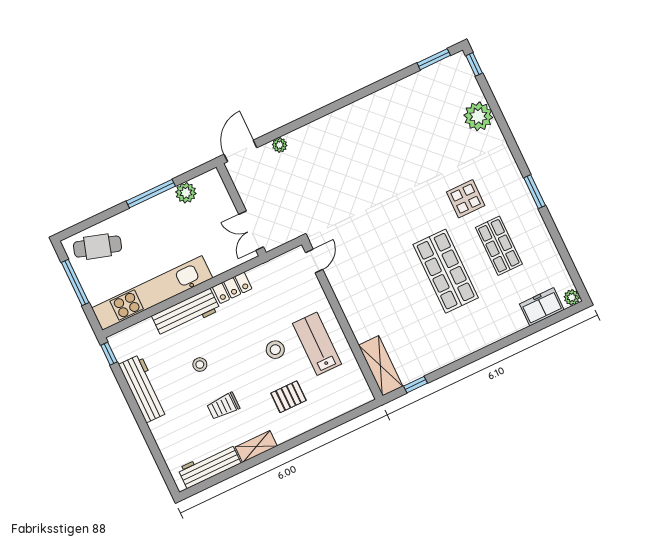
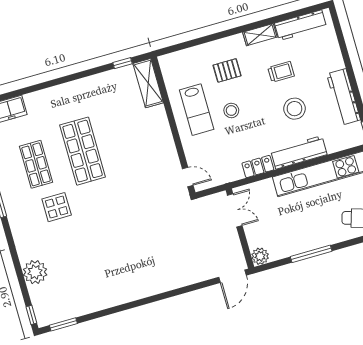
plant: (280, 145) -> (200, 276), removed
plant: (186, 193) -> (260, 256), moved
door: (314, 261) -> (188, 177), swing flipped
stool: (200, 365) -> (294, 109), width x1.89, depth x1.89

